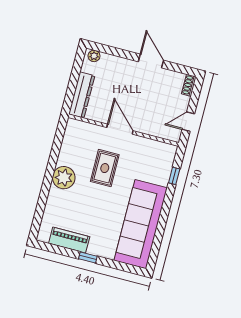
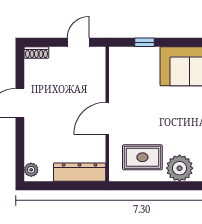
door: (188, 122) -> (78, 42), swing flipped
rug: (105, 168) -> (142, 157), moved

